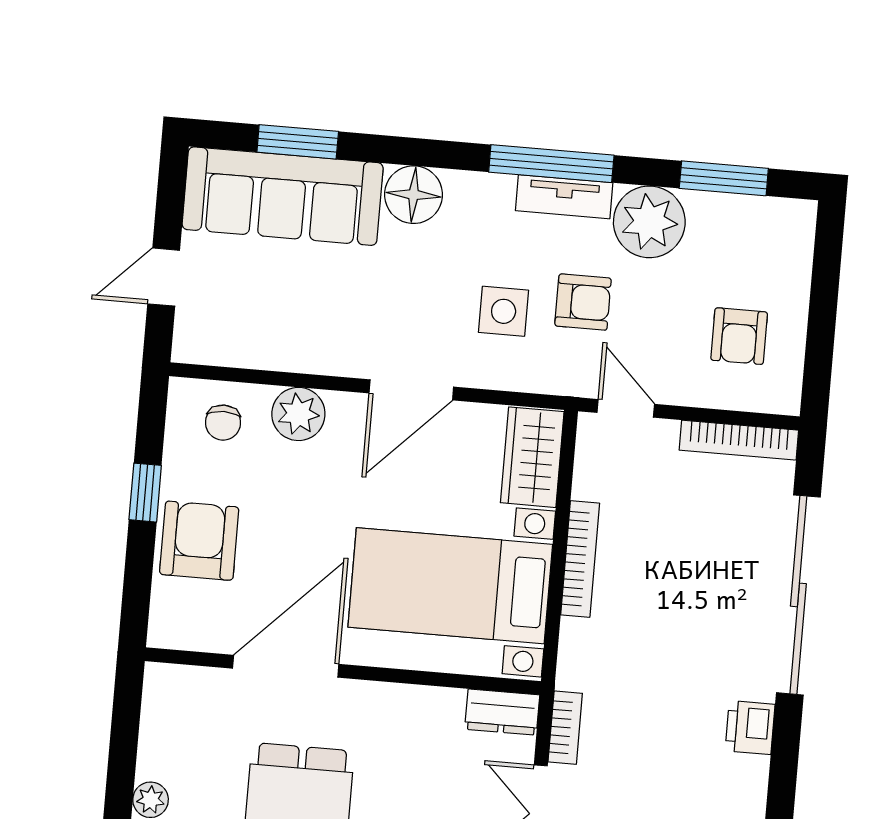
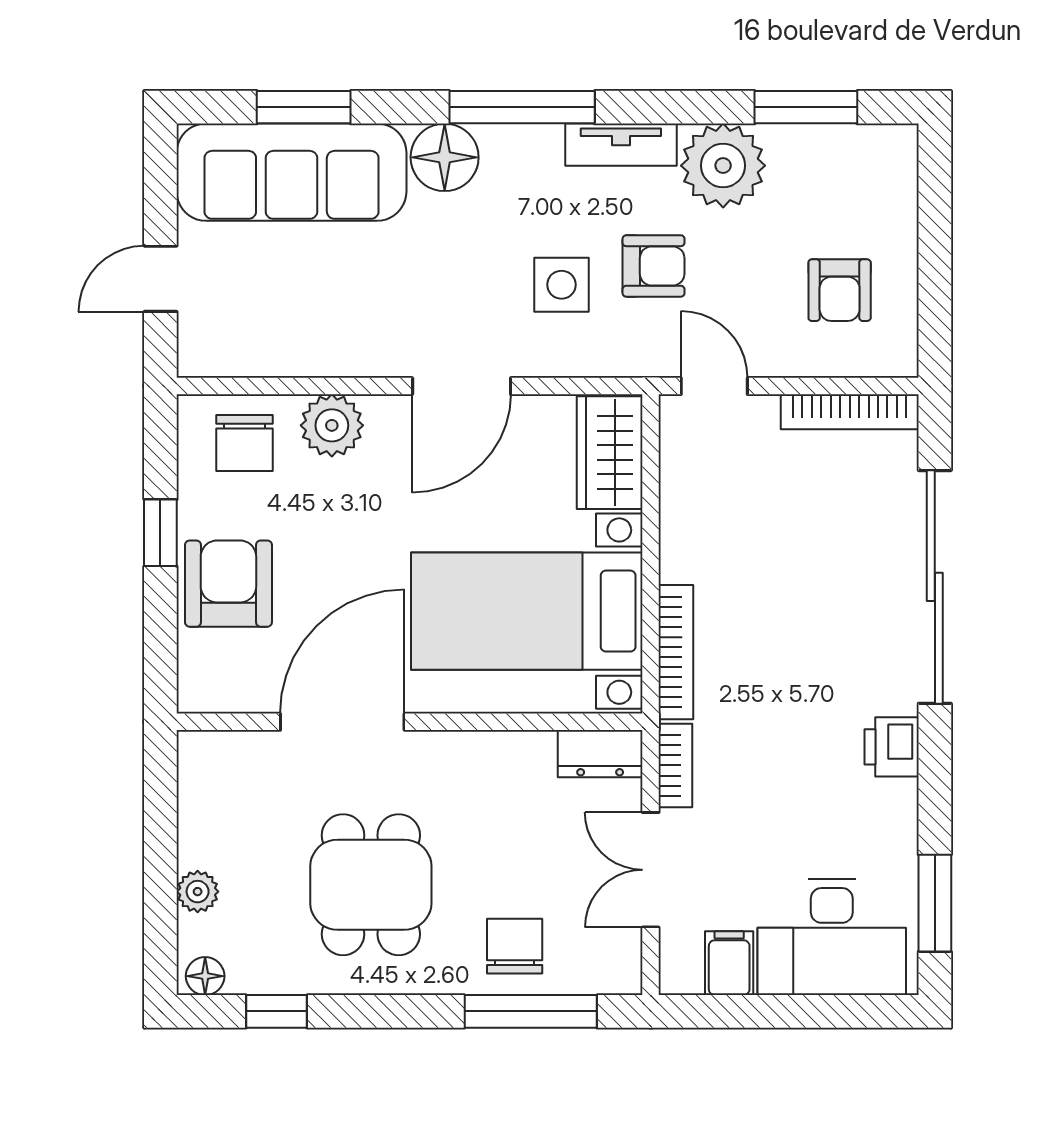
window: (551, 164) -> (522, 107), moved
chair: (223, 423) -> (244, 443), width x1.37, depth x1.37
bookcase: (580, 559) -> (676, 652), moved

